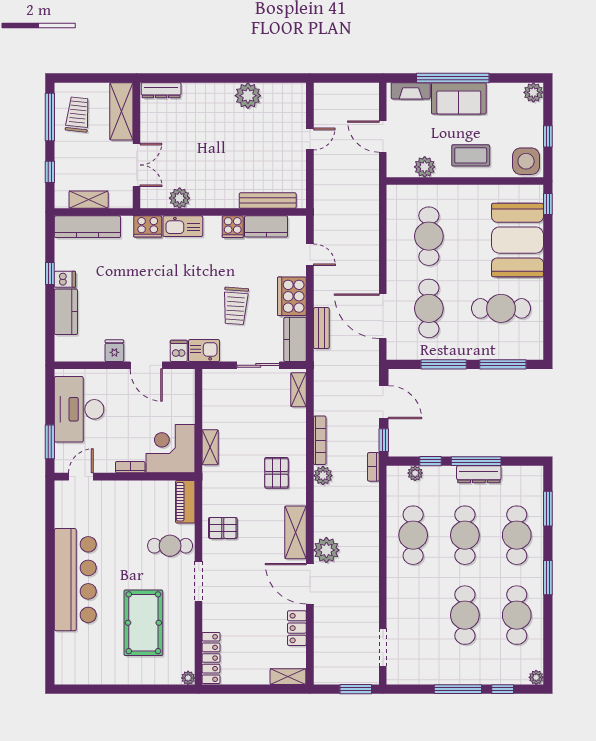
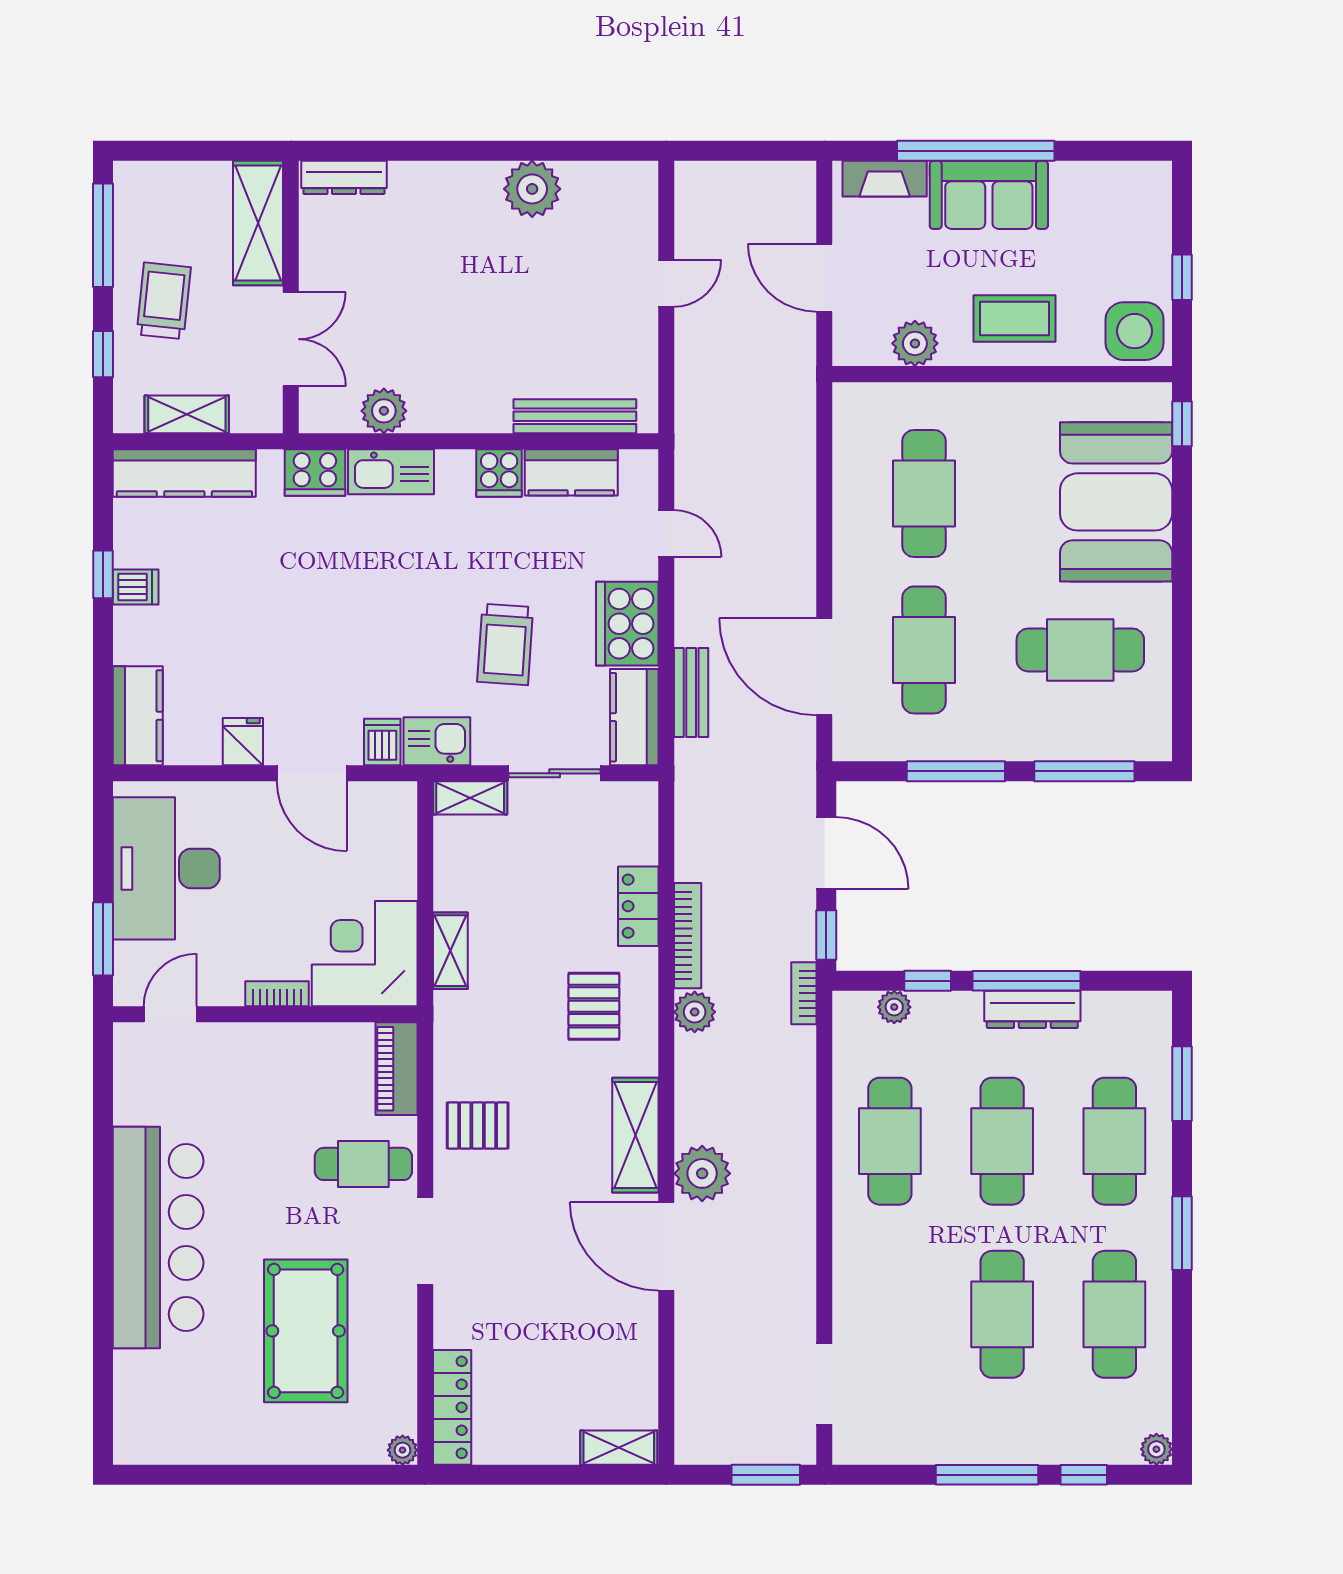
plant: (533, 92) -> (1151, 182), removed
trolley: (78, 114) -> (164, 301), moved
kitchen counter: (66, 312) -> (138, 716), moved
shelving: (299, 390) -> (470, 798), moved, turned 90
locker: (297, 628) -> (638, 906), moved

